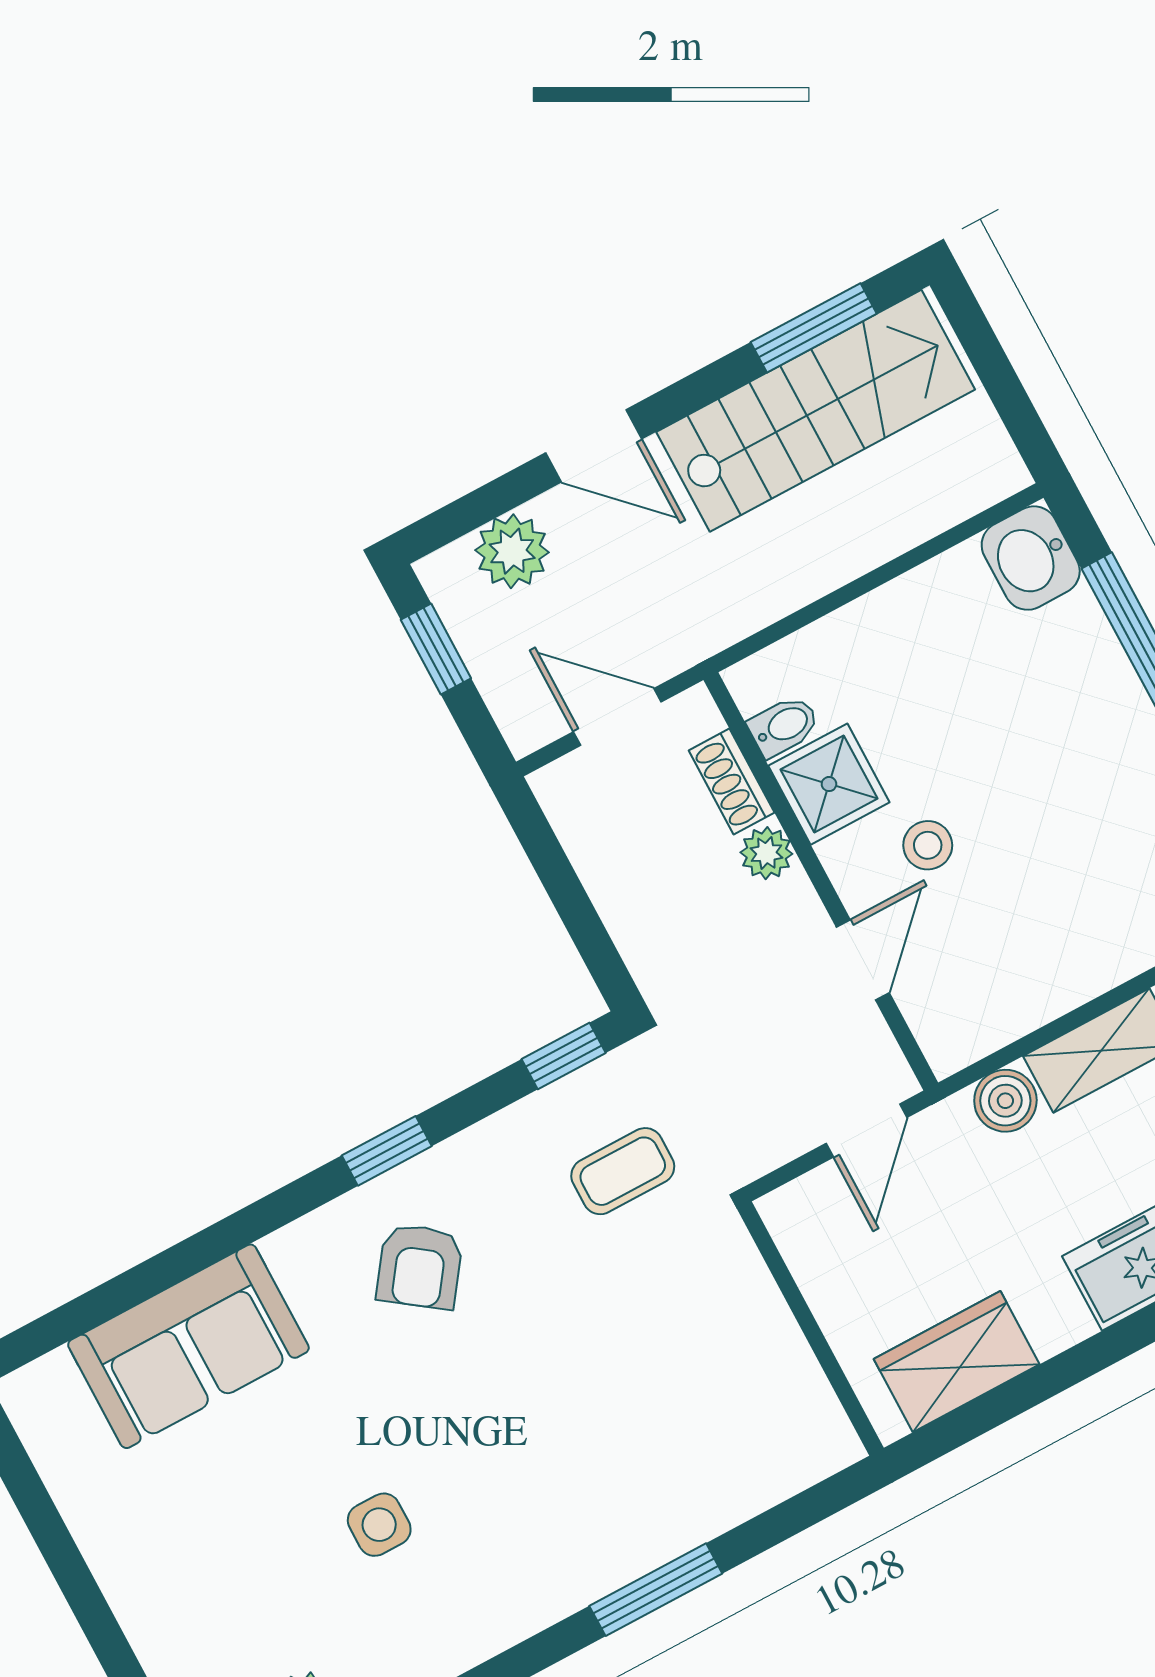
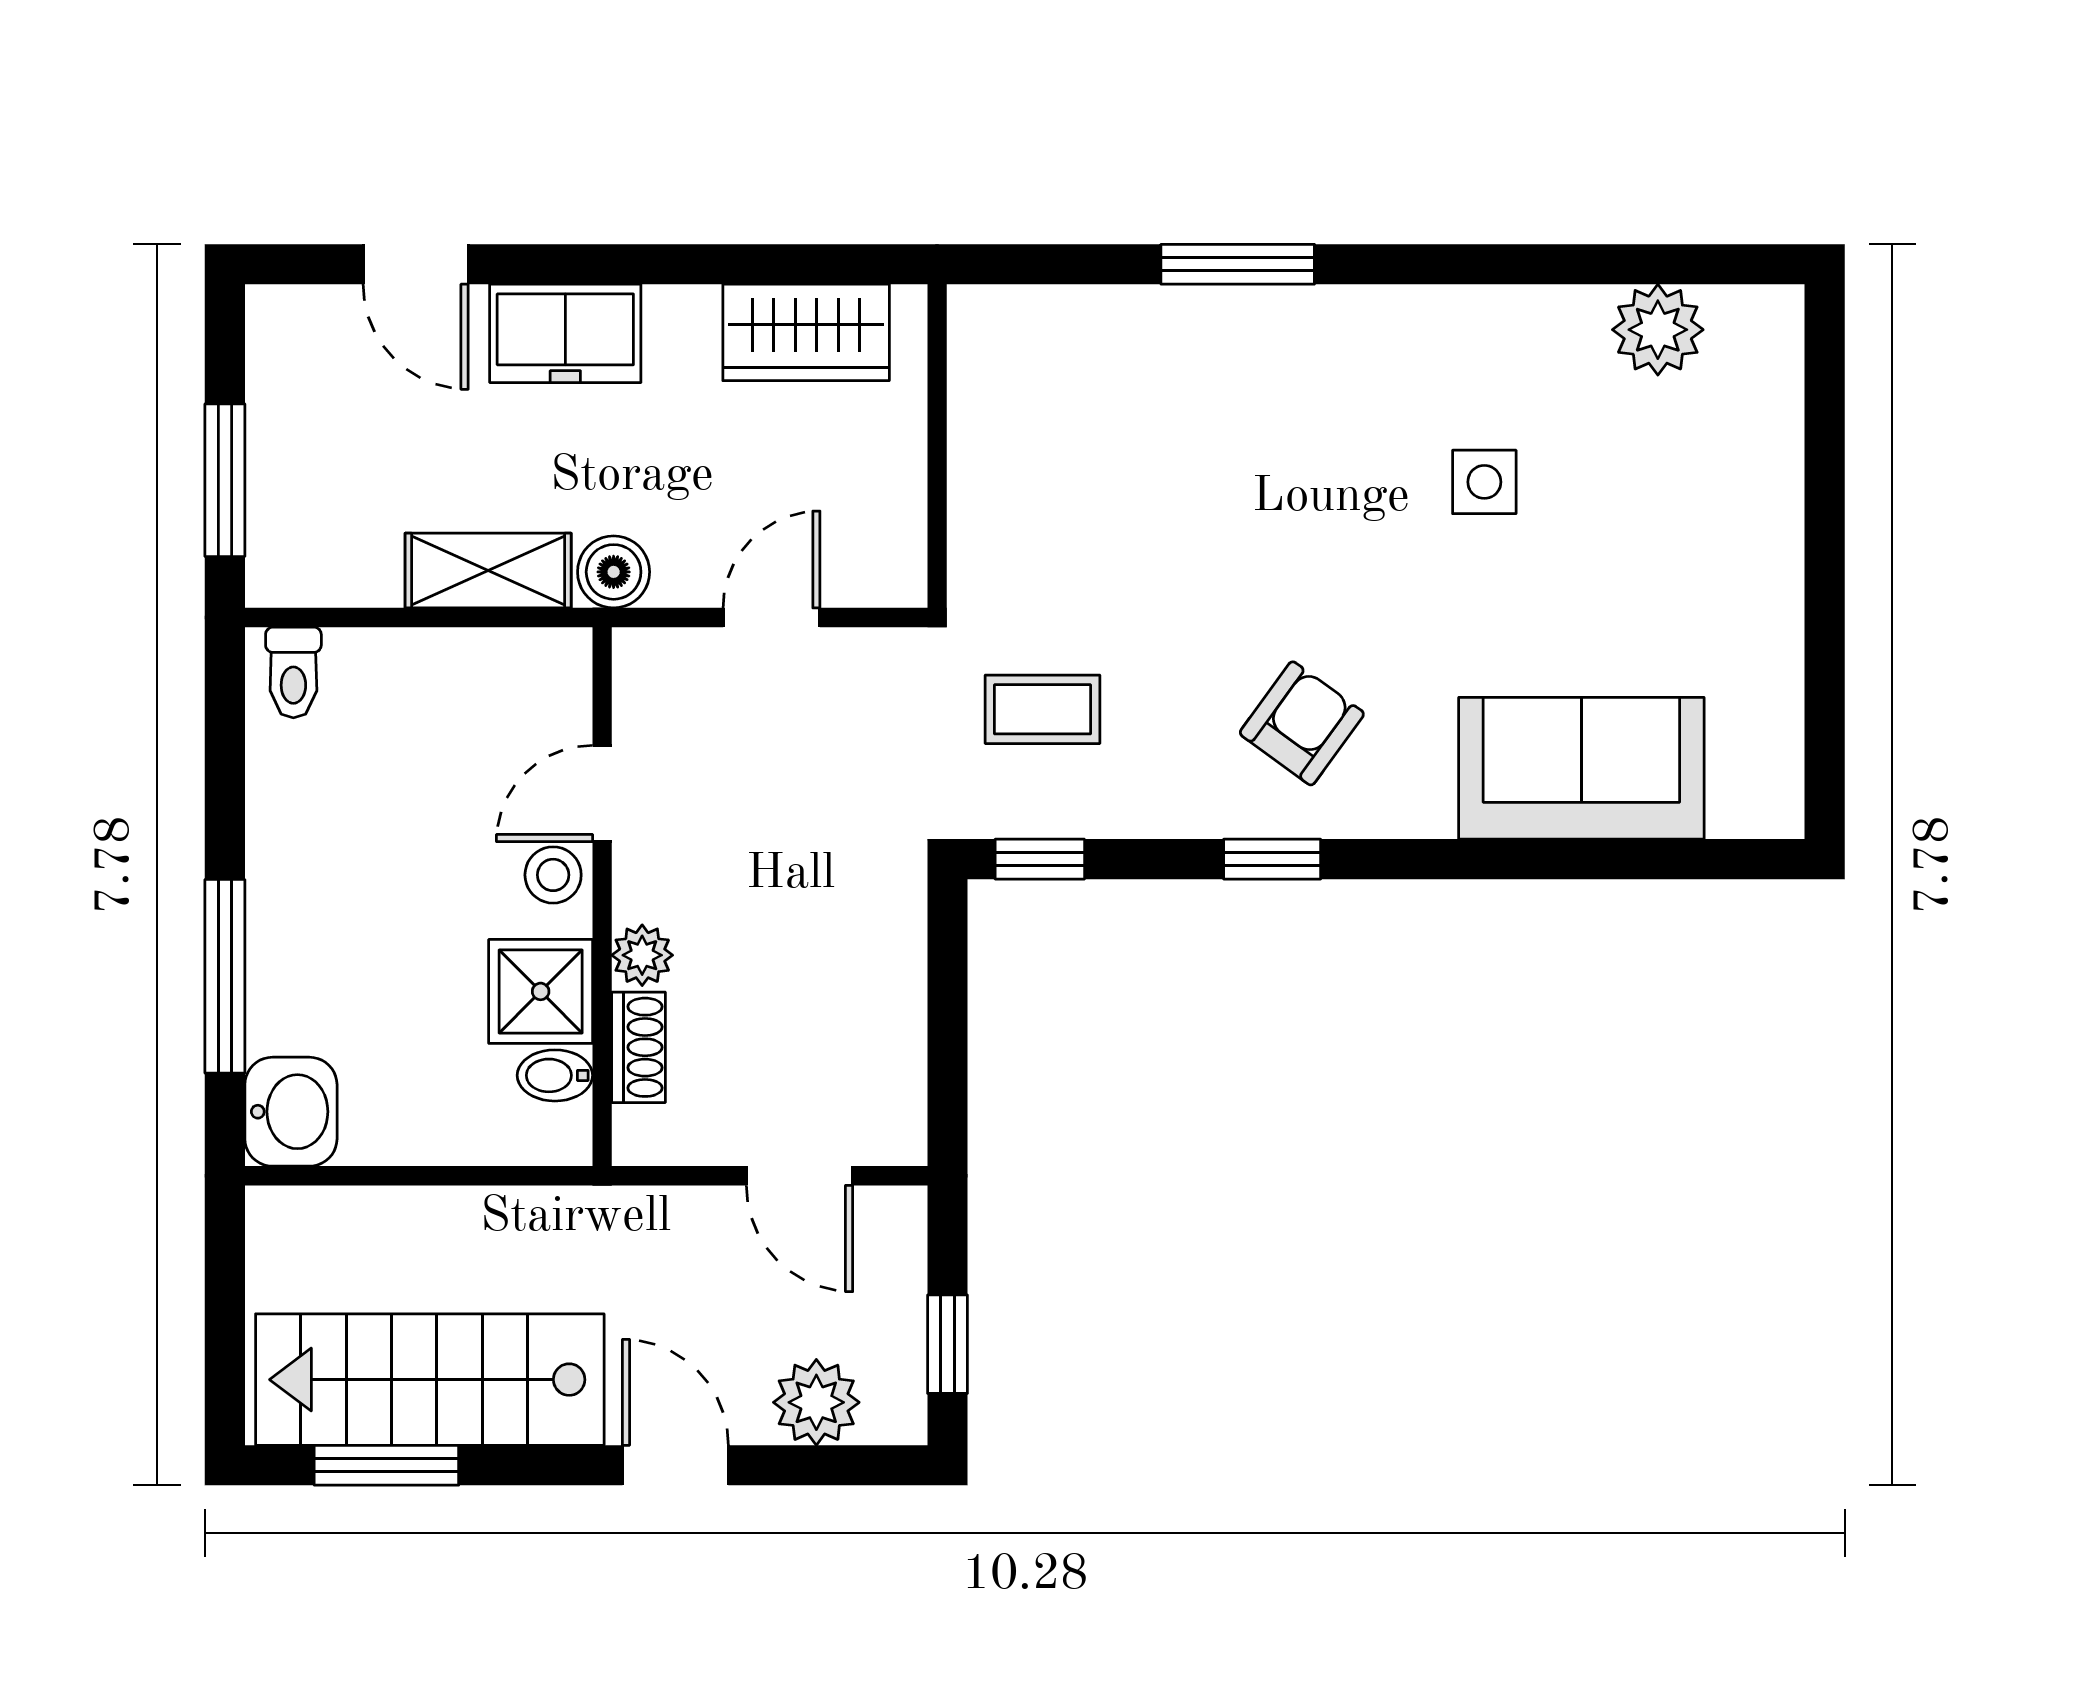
bidet: (784, 726) -> (555, 1075), moved
shoe rack: (732, 782) -> (639, 1047), moved
shower: (829, 784) -> (541, 991), moved
plant: (766, 853) -> (642, 955), moved
wall: (821, 881) -> (602, 897), moved
door: (863, 960) -> (602, 794), moved

